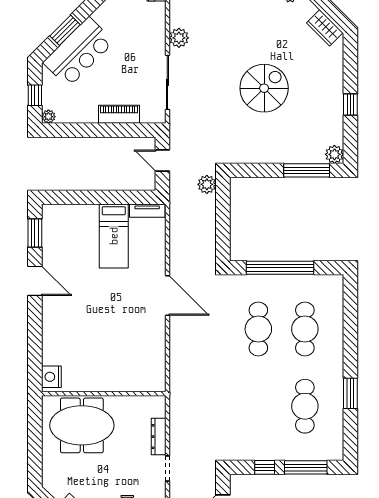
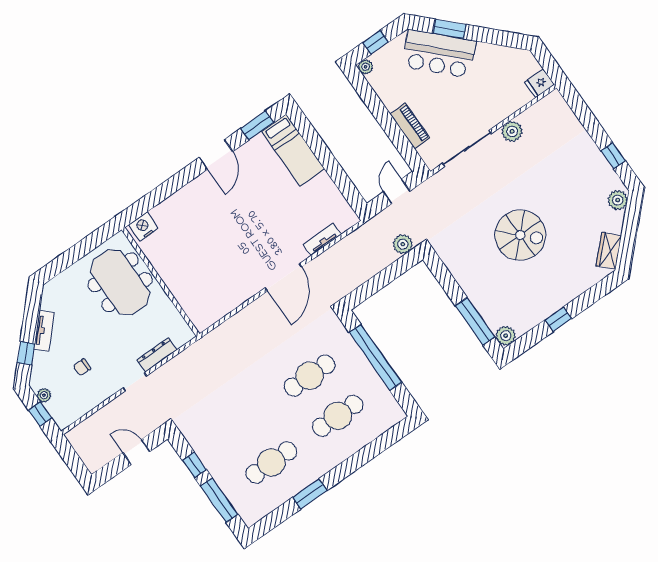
tv unit: (147, 211) -> (322, 239), moved, turned 90
bed: (114, 236) -> (293, 150), moved, turned -90

